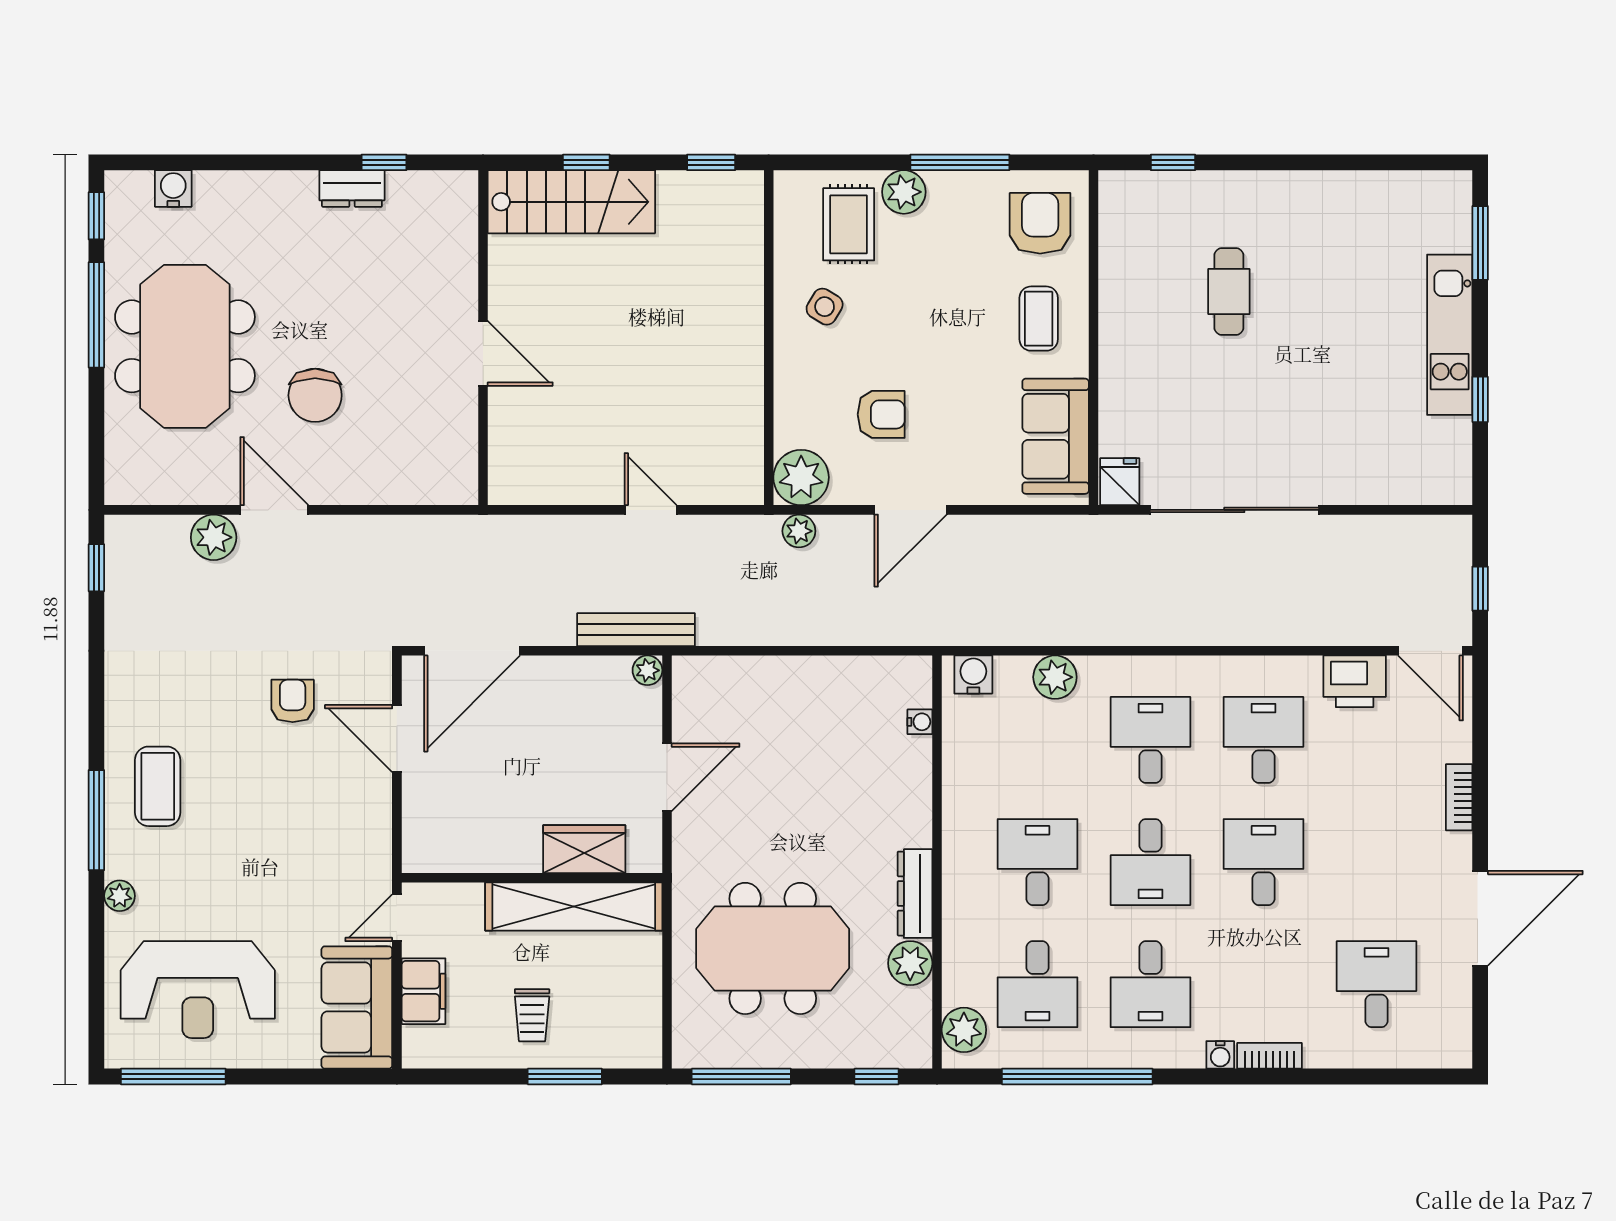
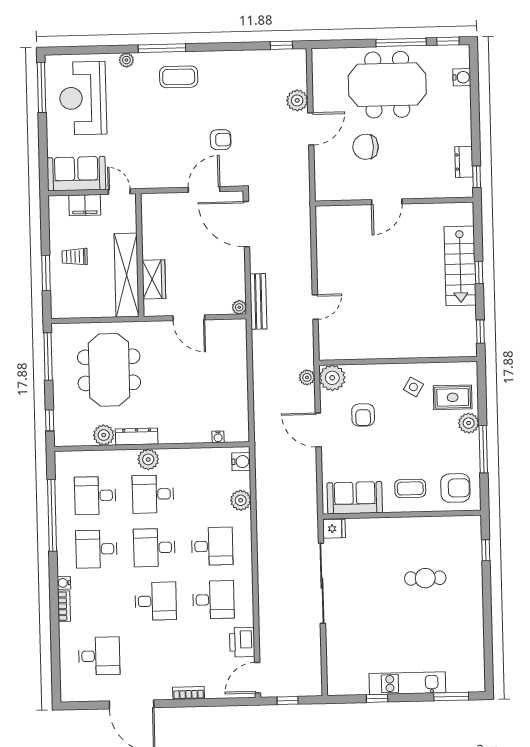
wall: (483, 338) -> (394, 202), moved
door: (483, 353) -> (387, 202), moved
desk: (1037, 862) -> (153, 494), turned 180
plant: (964, 1030) -> (148, 459), moved

